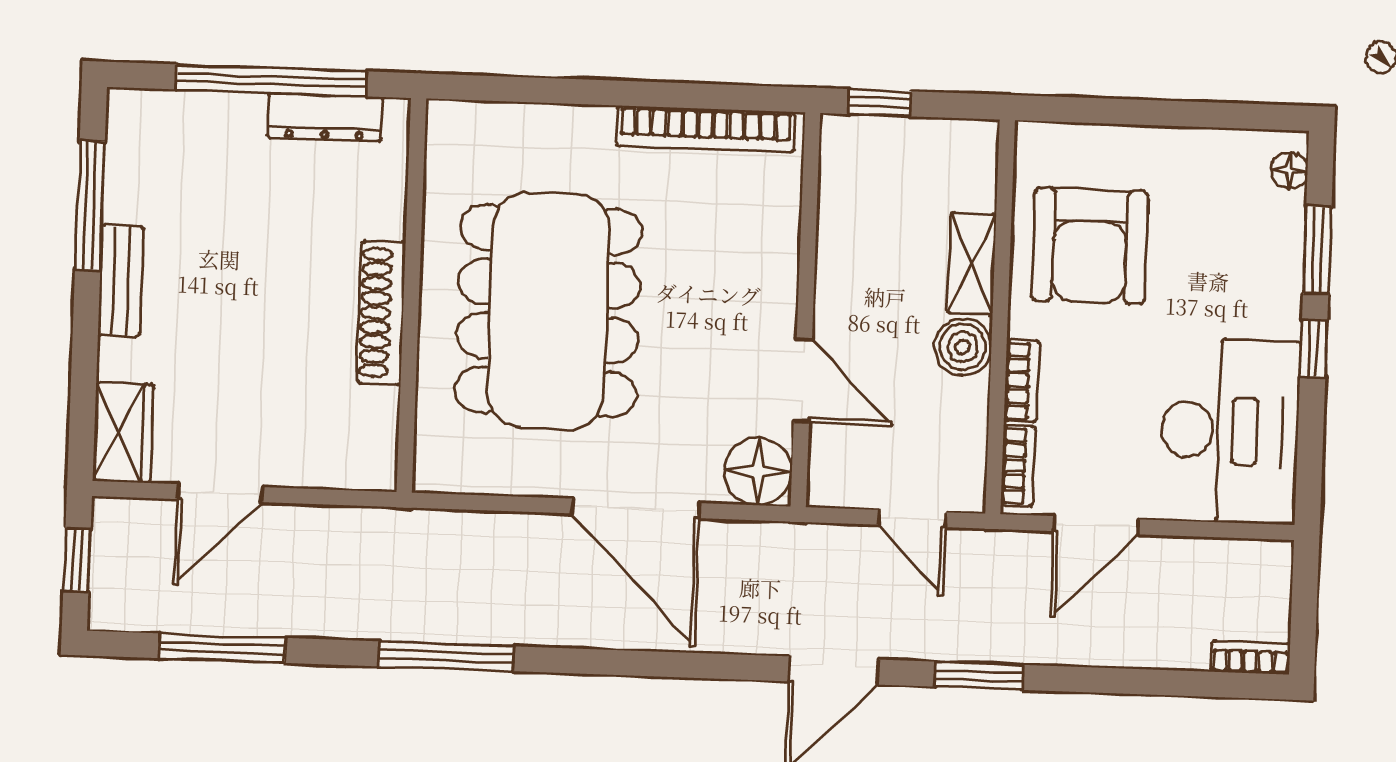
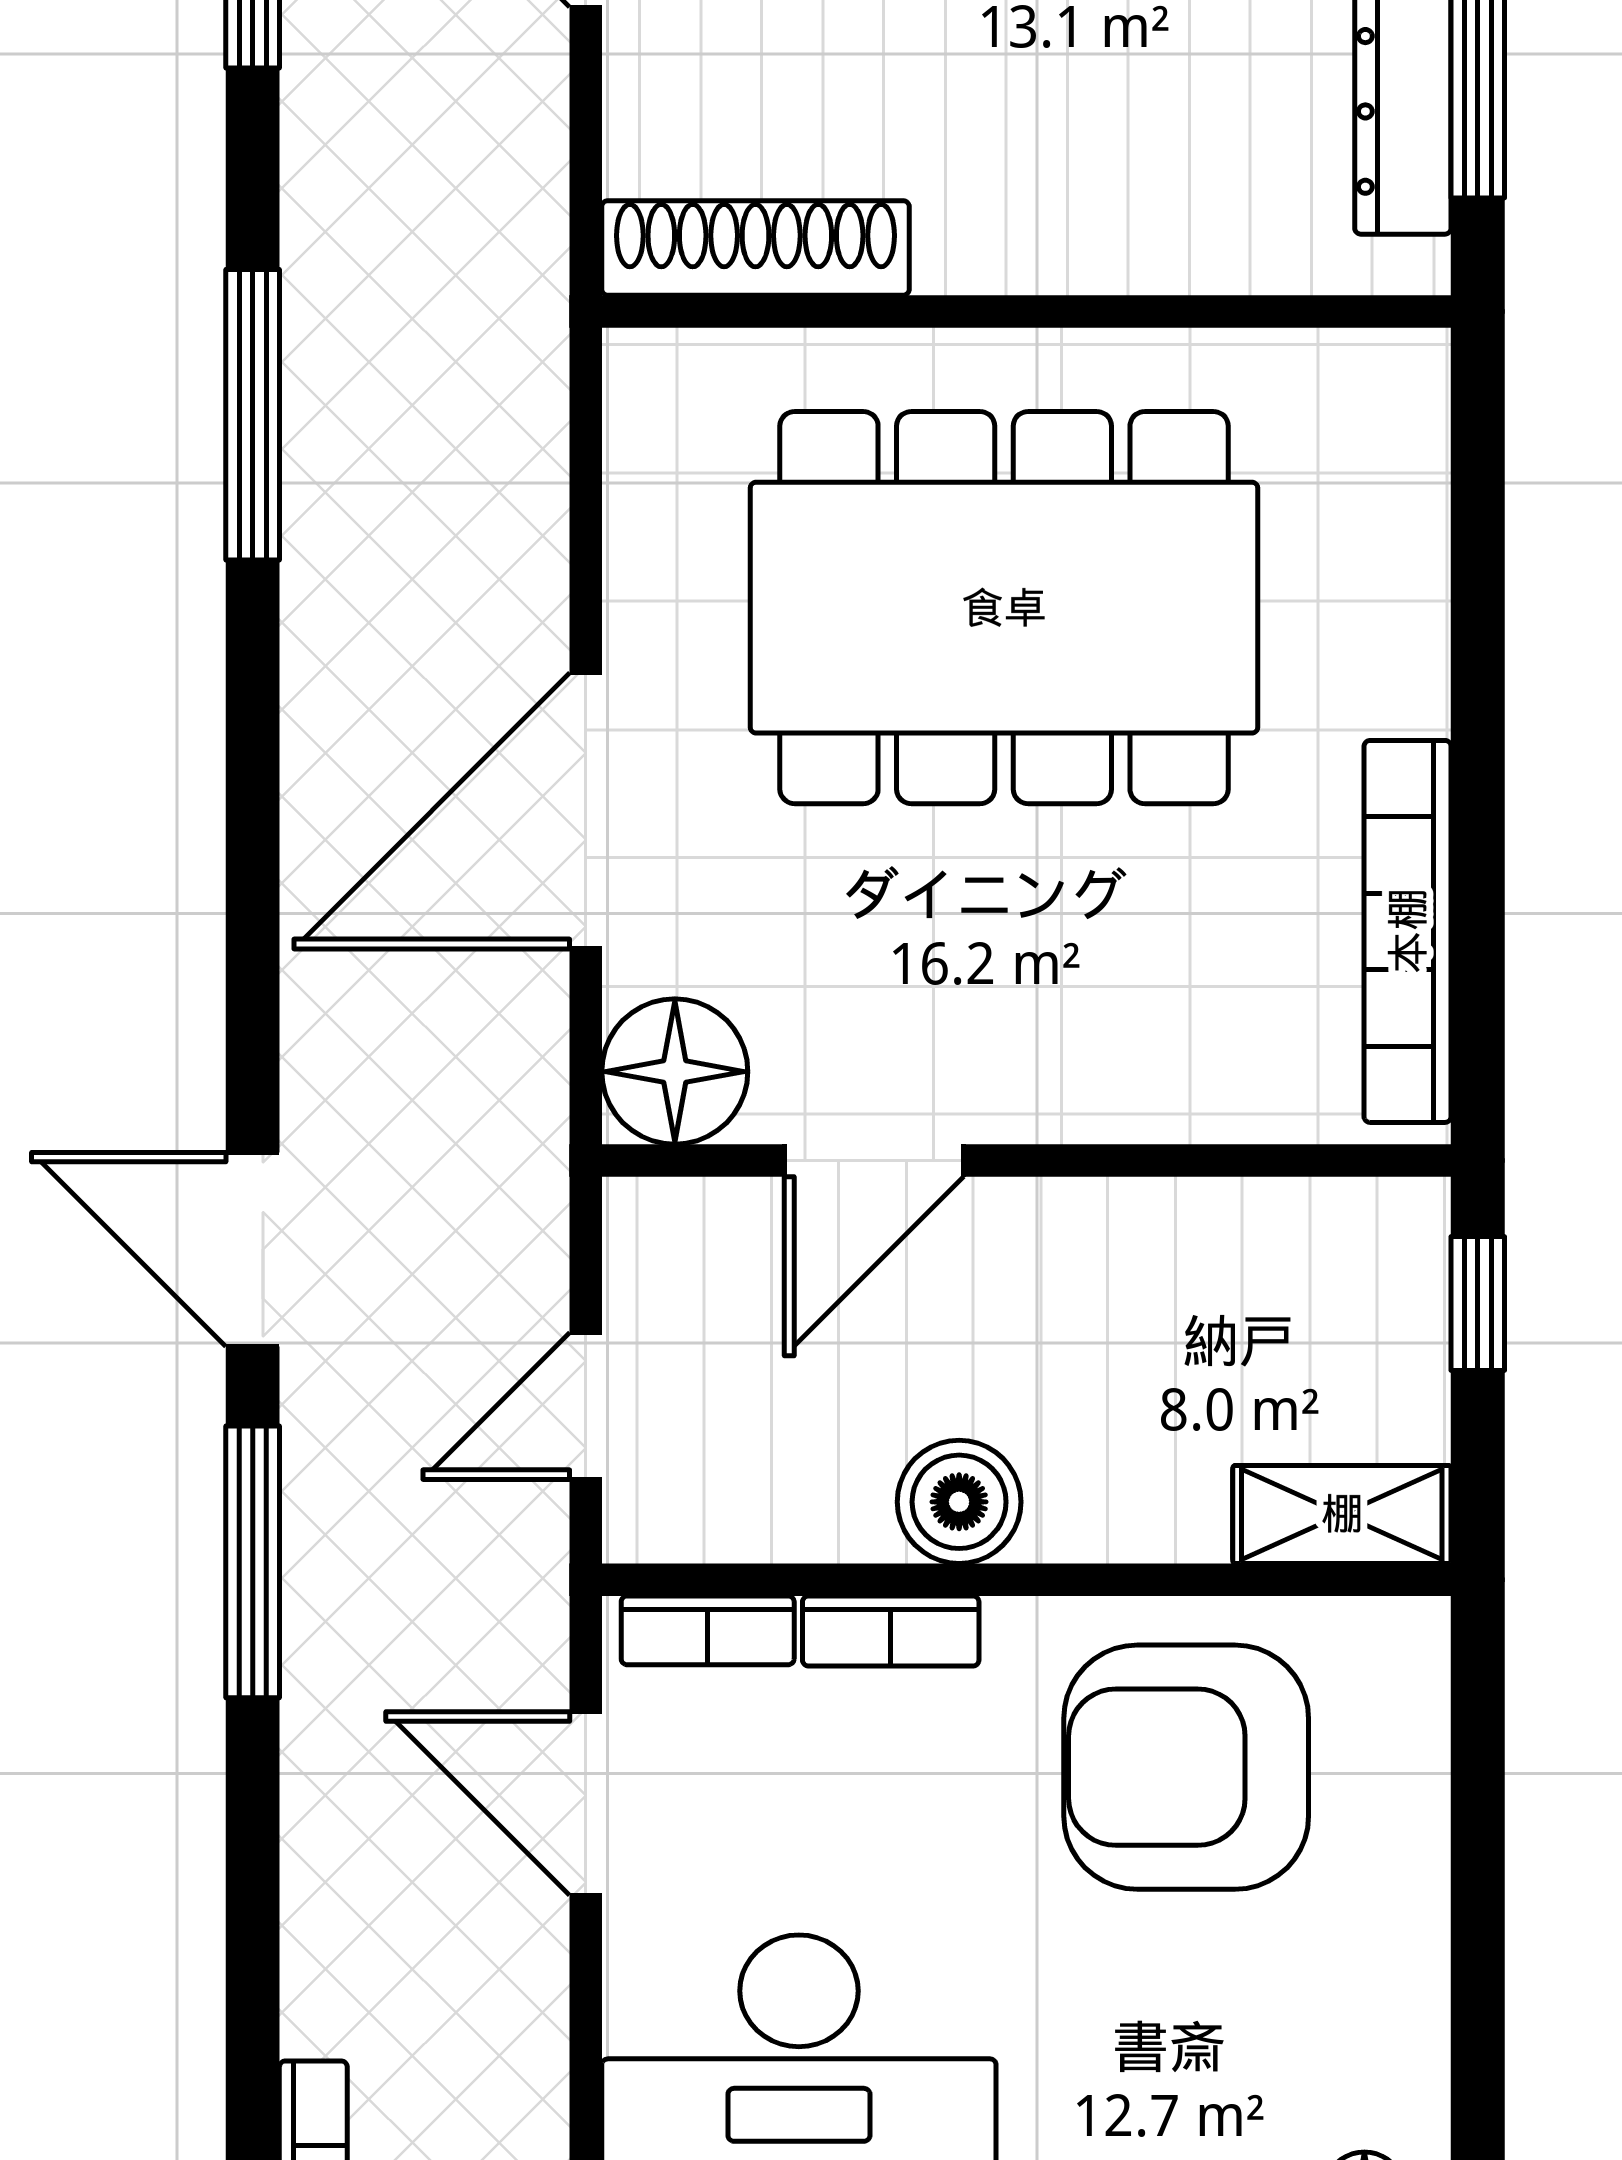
shelving: (972, 264) -> (1342, 1514), moved
shoe rack: (381, 313) -> (755, 248), moved
window: (979, 676) -> (253, 1562), width x1.44

